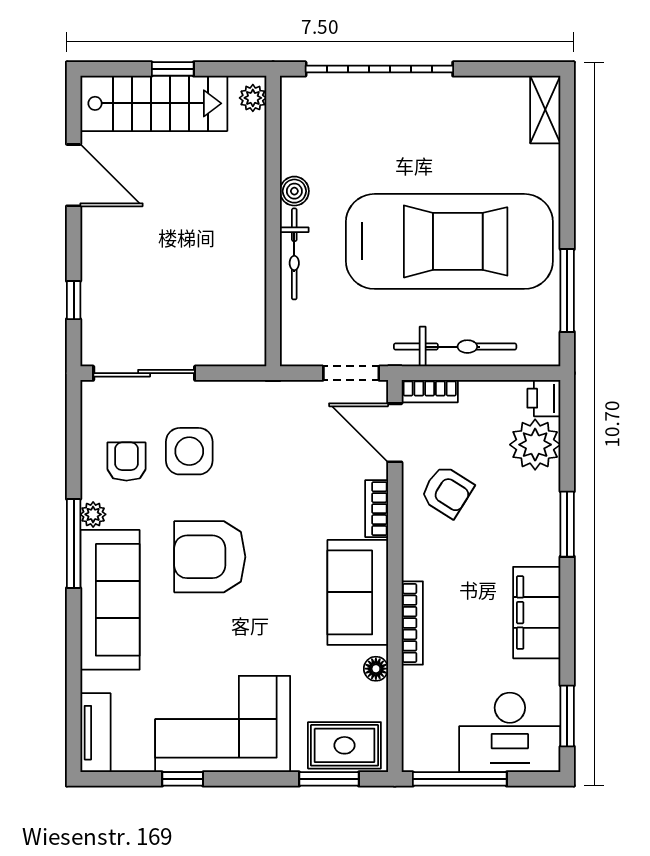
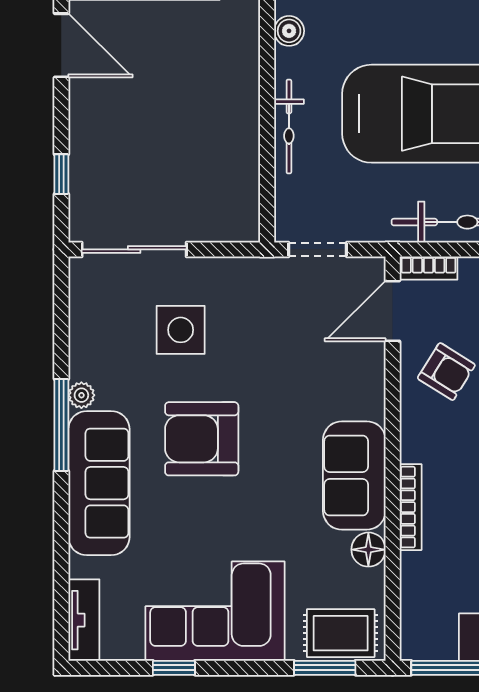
boiler: (294, 191) -> (289, 31), moved
doorway: (351, 373) -> (318, 249), moved
door: (395, 433) -> (393, 311), hinge flipped
armchair: (126, 462) -> (116, 341), removed
bookcase: (377, 509) -> (374, 389), removed
floor lamp: (376, 669) -> (368, 550), width x1.37, depth x1.37

